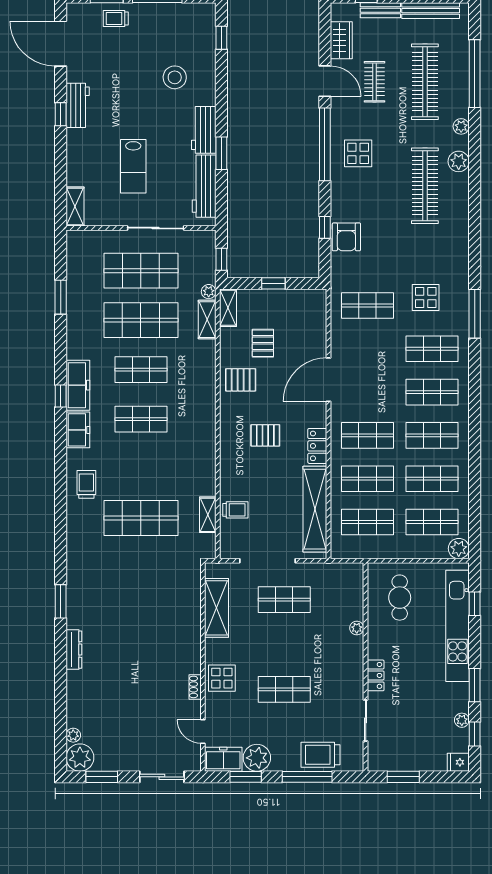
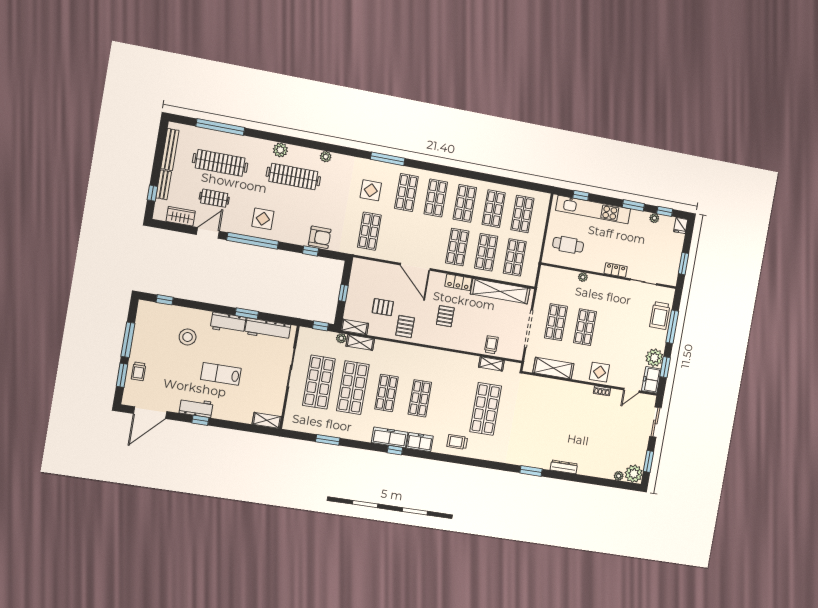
plant: (461, 126) -> (326, 157), moved
lab bench: (133, 166) -> (221, 374), moved, turned 180
plant: (459, 549) -> (543, 199), removed
shop shelf: (284, 689) -> (585, 327), moved

